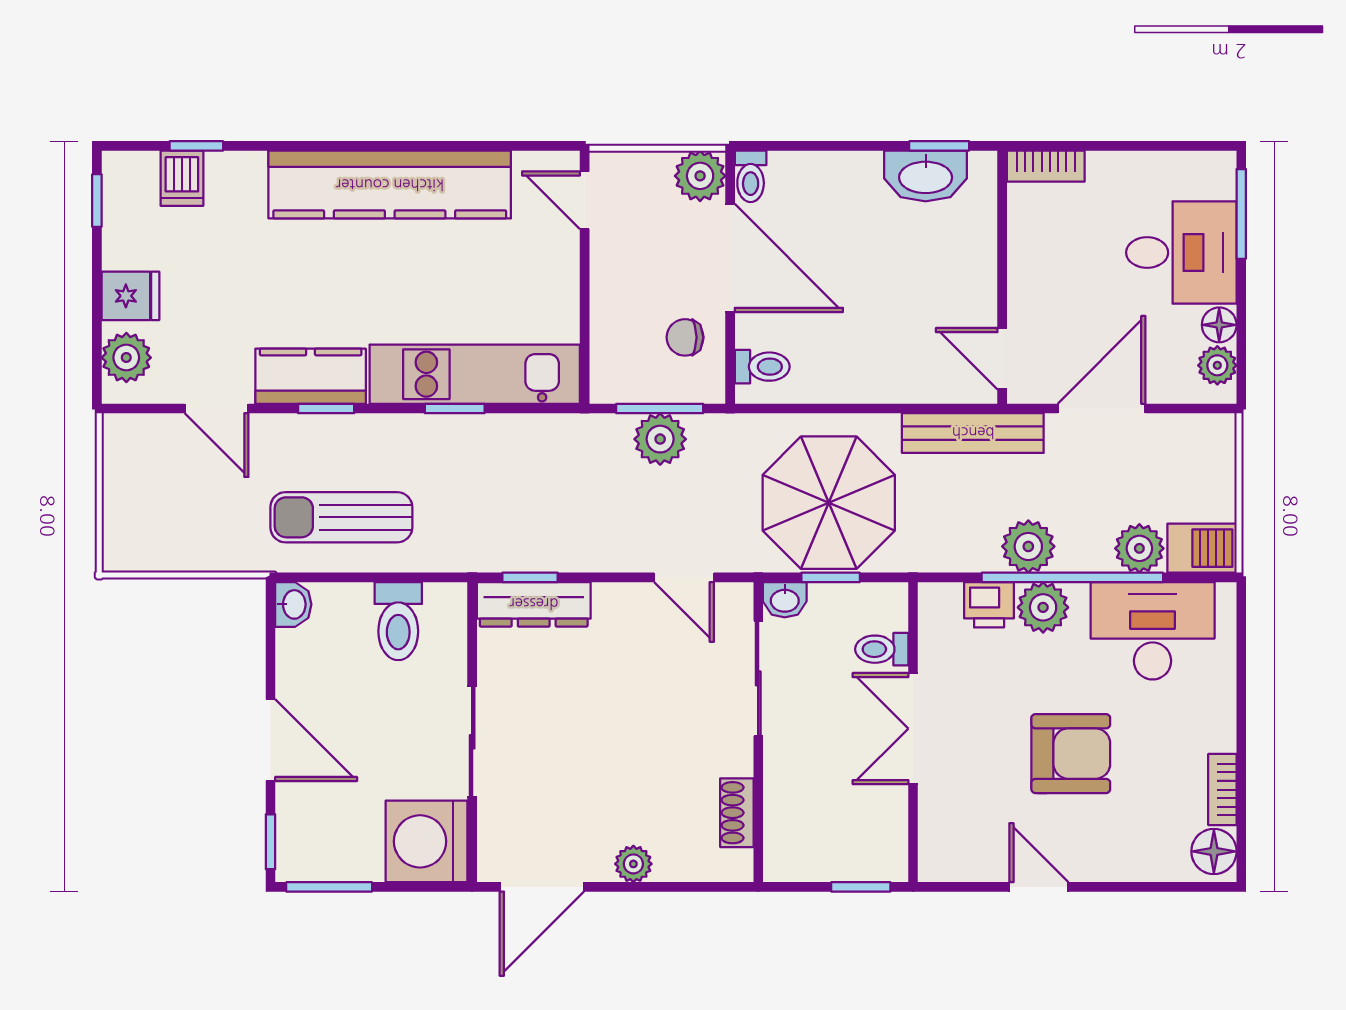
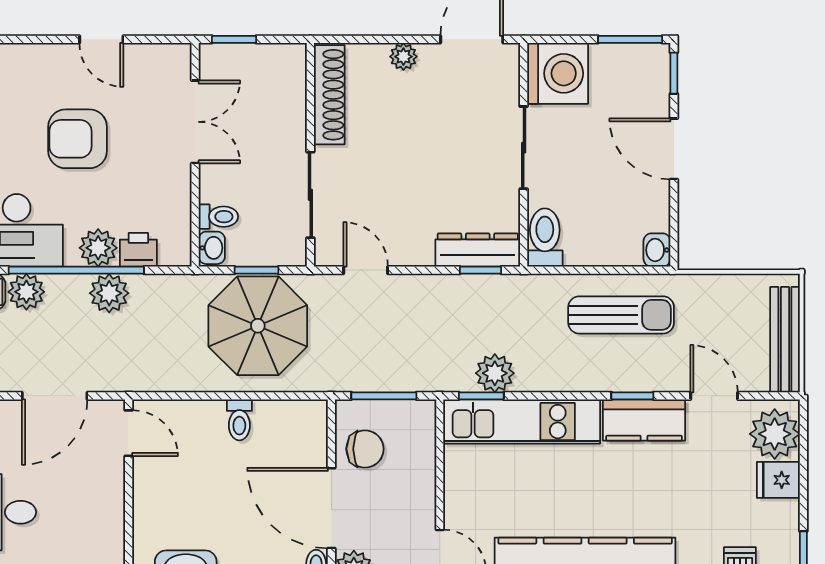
chair: (685, 337) -> (365, 449), width x1.37, depth x1.37
plant: (126, 358) -> (775, 434), width x1.36, depth x1.36
toilet: (762, 367) -> (239, 420), moved, turned -90
window: (455, 409) -> (481, 396), moved
bench: (973, 433) -> (785, 340), moved, turned 90
plant: (660, 439) -> (495, 373), moved
washbasin: (785, 600) -> (212, 248), moved, turned 90
toilet: (398, 621) -> (545, 238), moved
double door: (913, 729) -> (195, 122), moved
shoe rack: (737, 813) -> (329, 95), width x1.94, depth x1.24

